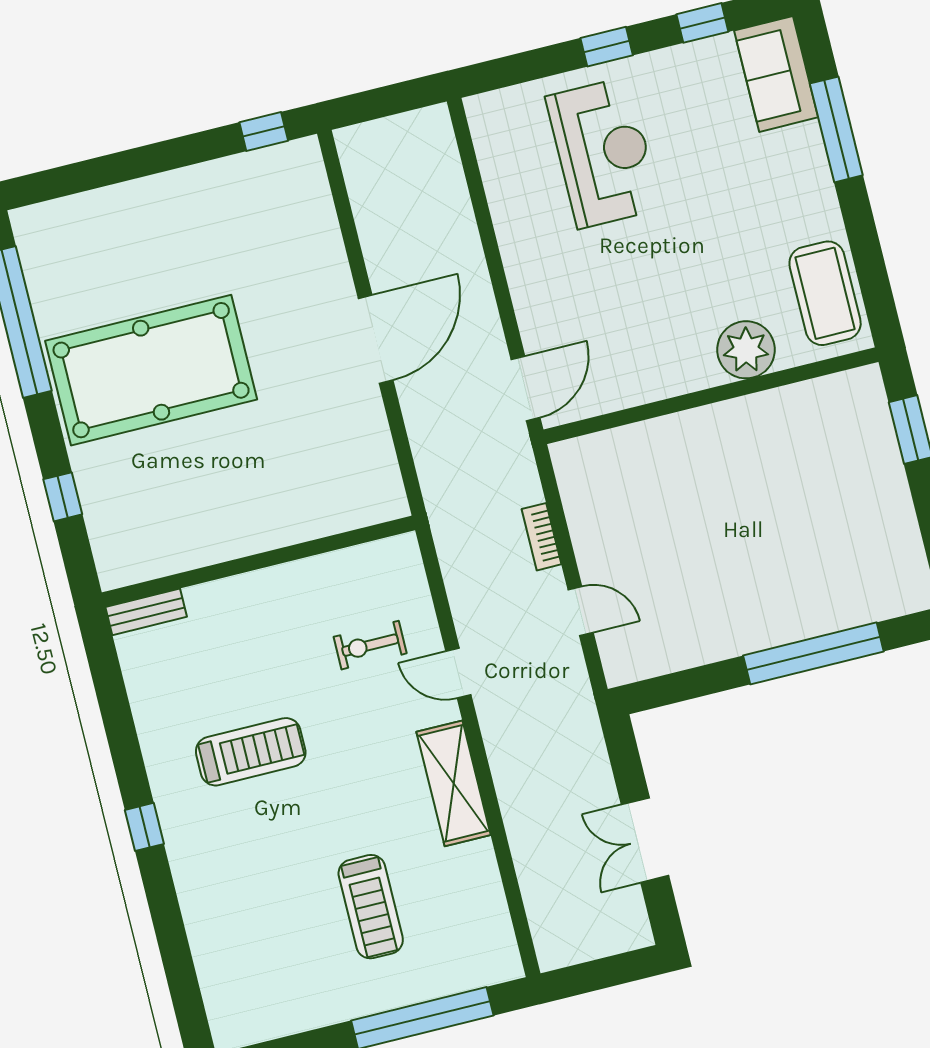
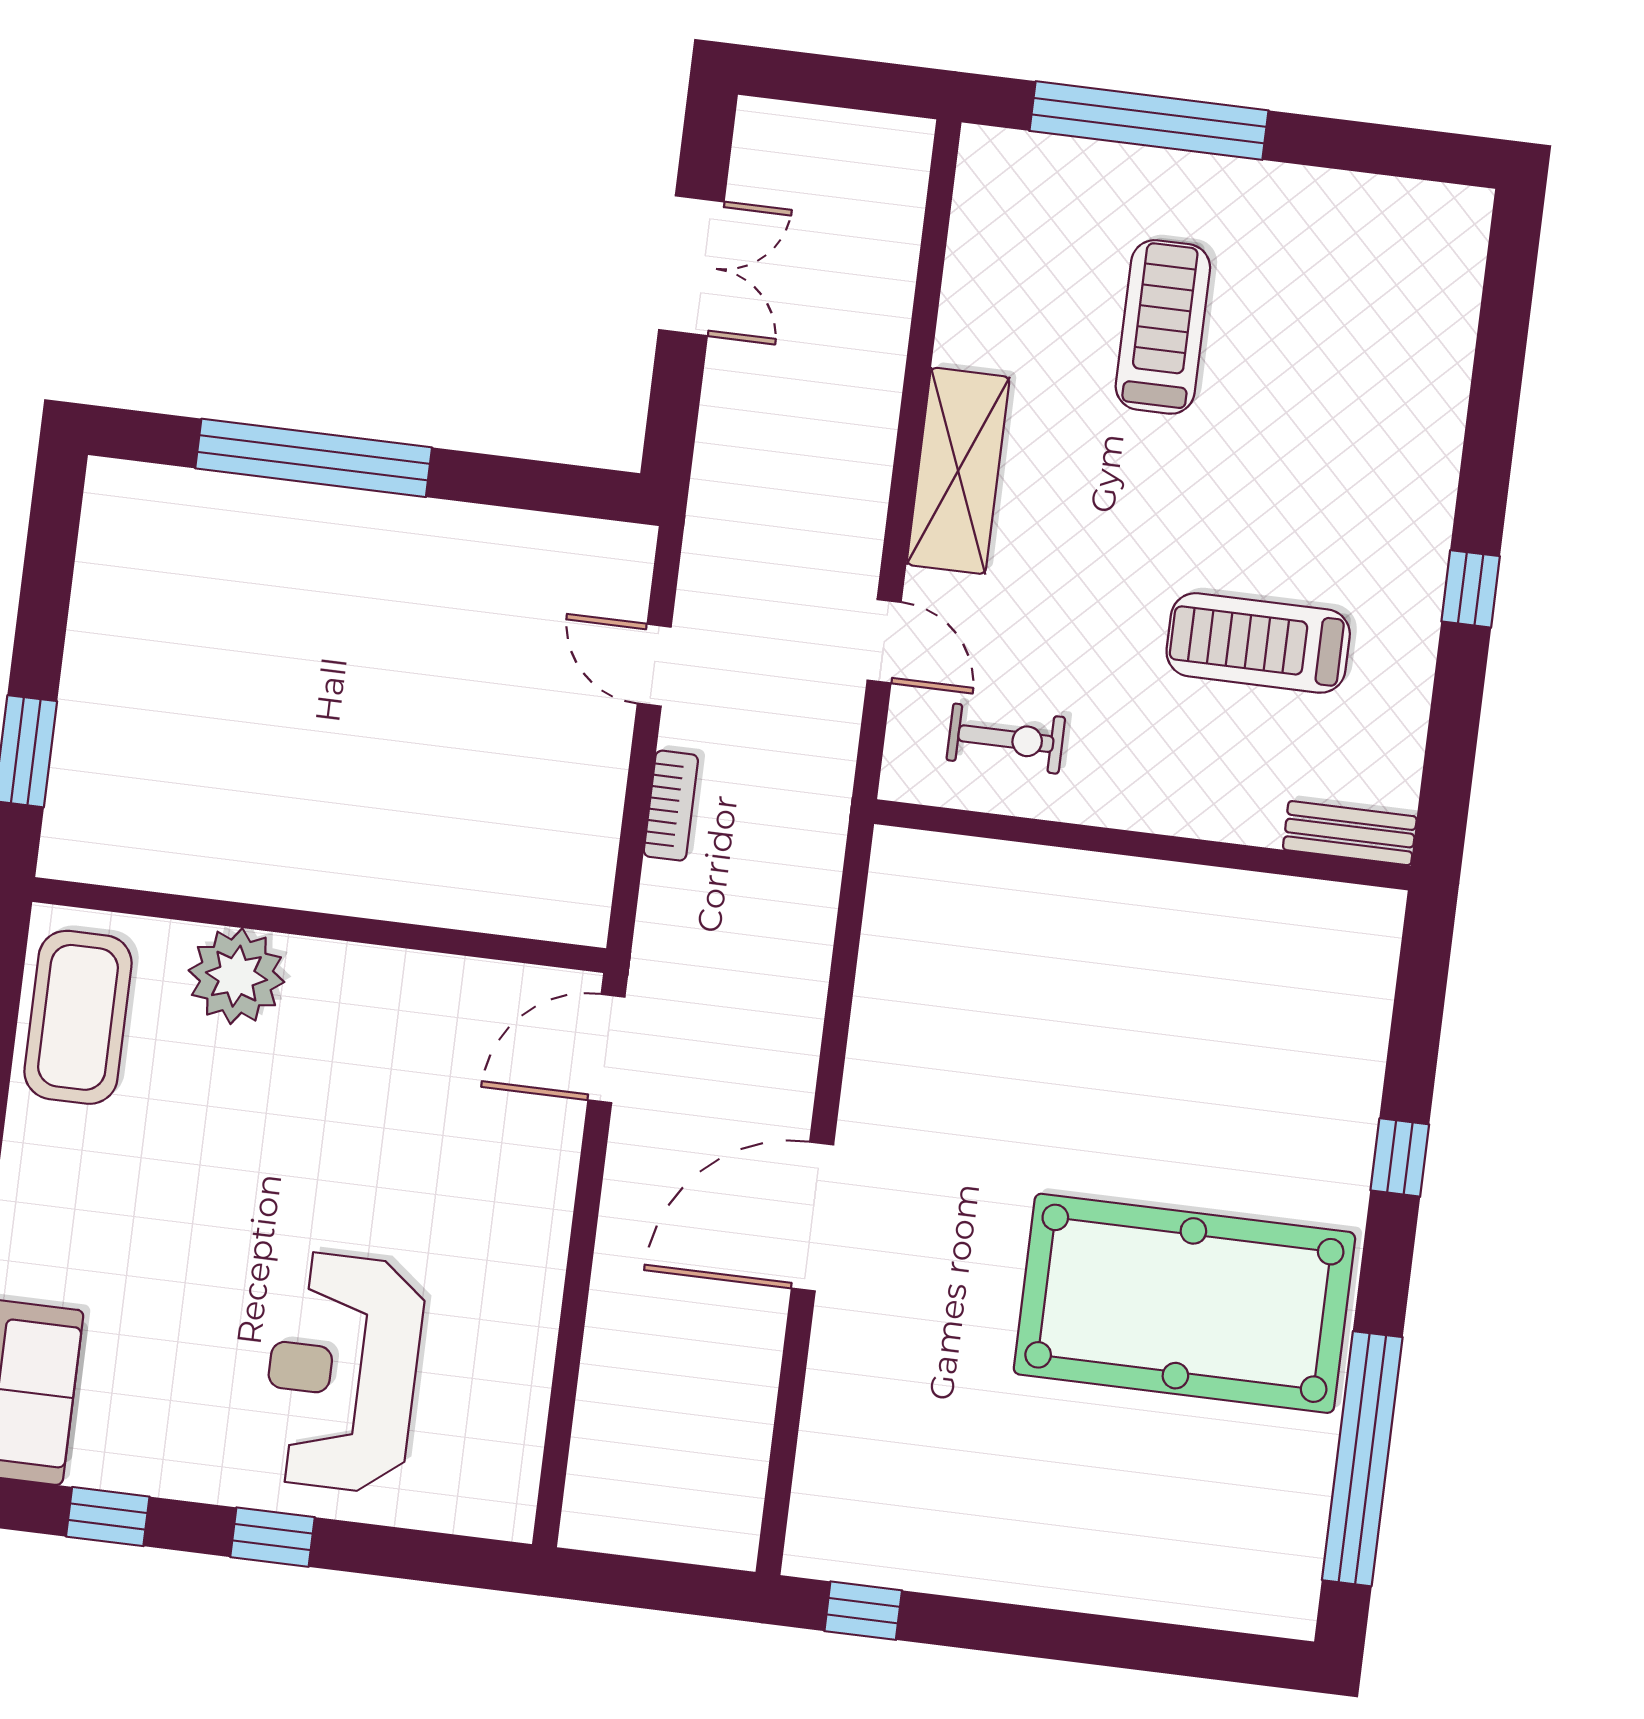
wall: (258, 561) -> (1142, 845), moved
bench: (146, 612) -> (1350, 833), moved

